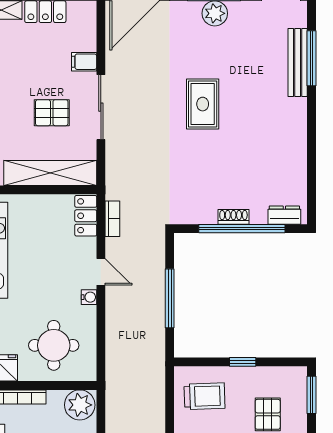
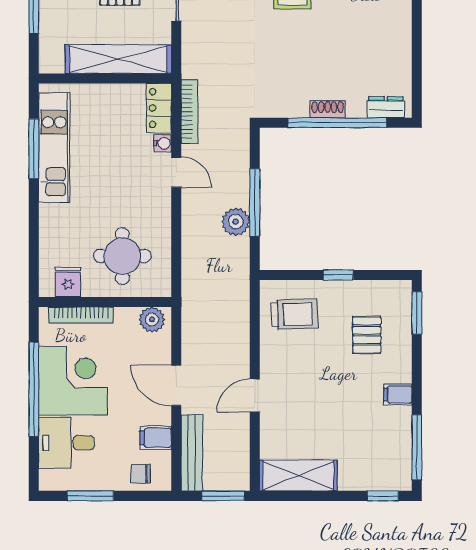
bookcase: (112, 219) -> (189, 111), width x1.56
water cooler: (89, 297) -> (163, 143), moved
plant: (153, 315) -> (236, 222), added
plant: (80, 405) -> (152, 320), width x0.73, depth x0.73

